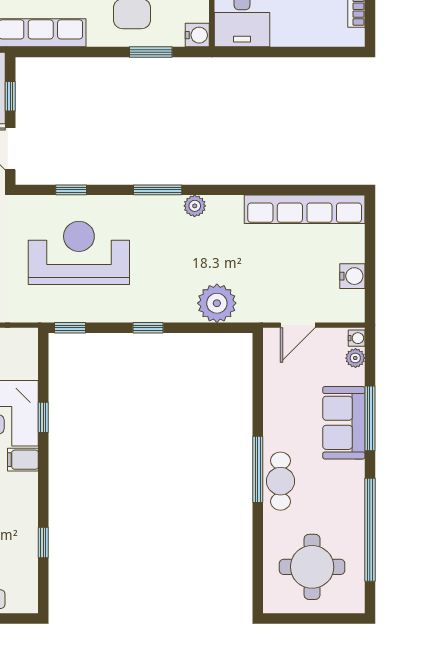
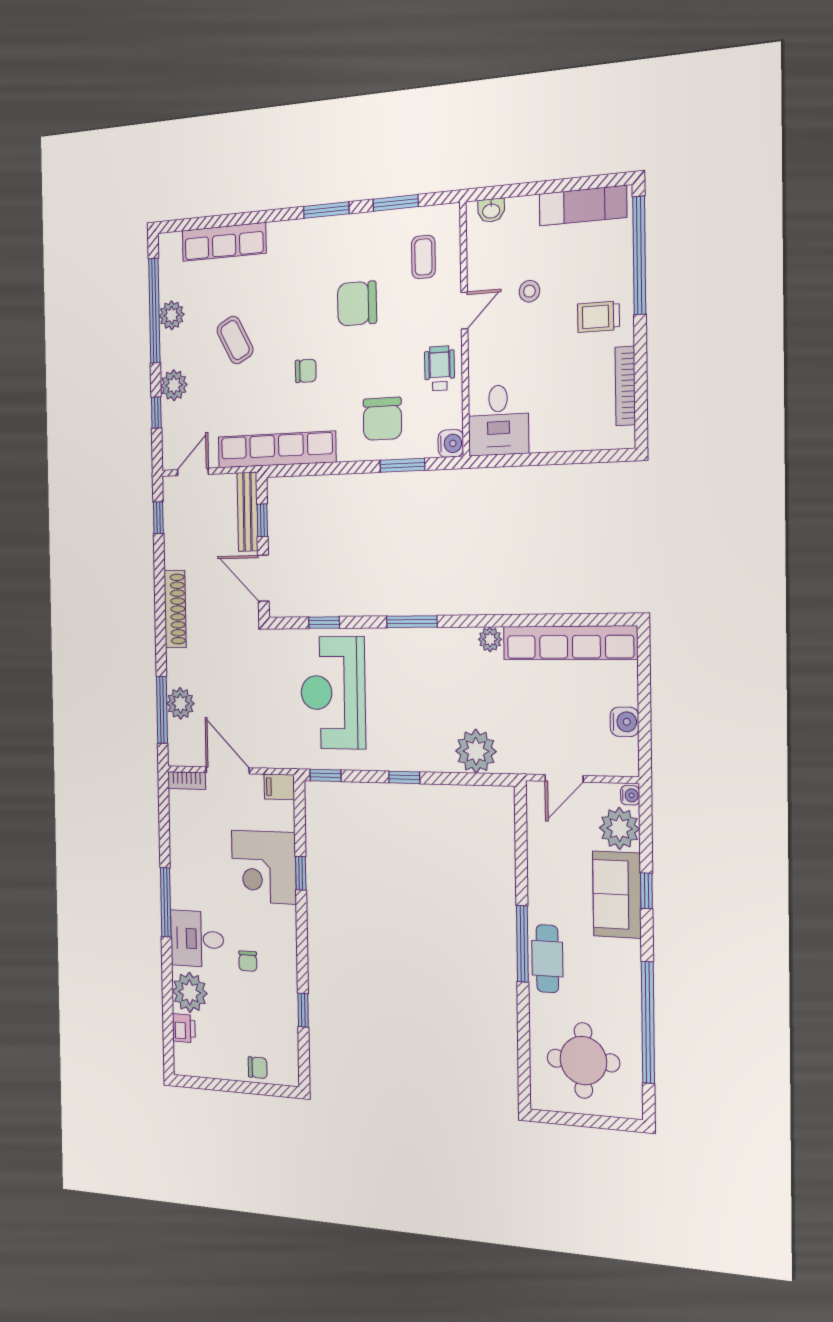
plant: (195, 206) -> (490, 639), moved
reception desk: (79, 253) -> (333, 693), turned -90
plant: (355, 358) -> (619, 828), width x1.87, depth x1.87
window: (370, 418) -> (646, 891), width x0.46
filing cabinet: (23, 460) -> (279, 787), moved

